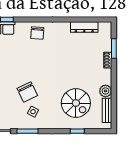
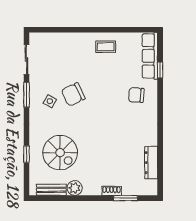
chair: (37, 33) -> (136, 95), moved
spiral stairs: (76, 103) -> (60, 153), turned -90

